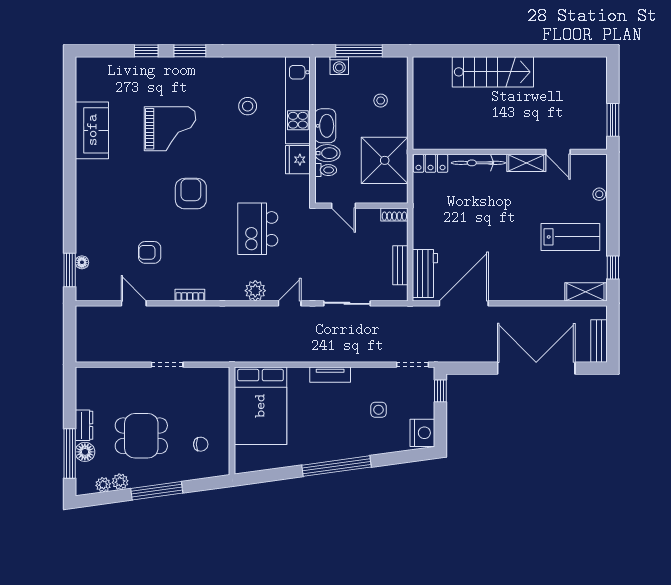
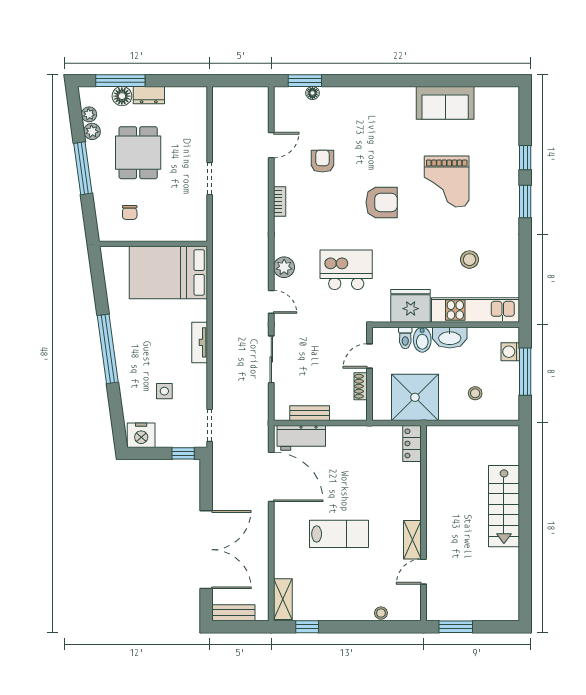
fridge: (298, 160) -> (411, 306), width x1.36, depth x1.34
bicycle: (478, 163) -> (412, 491), removed
shoe rack: (394, 214) -> (361, 386), moved
lab bench: (570, 237) -> (339, 534), moved, turned -90

